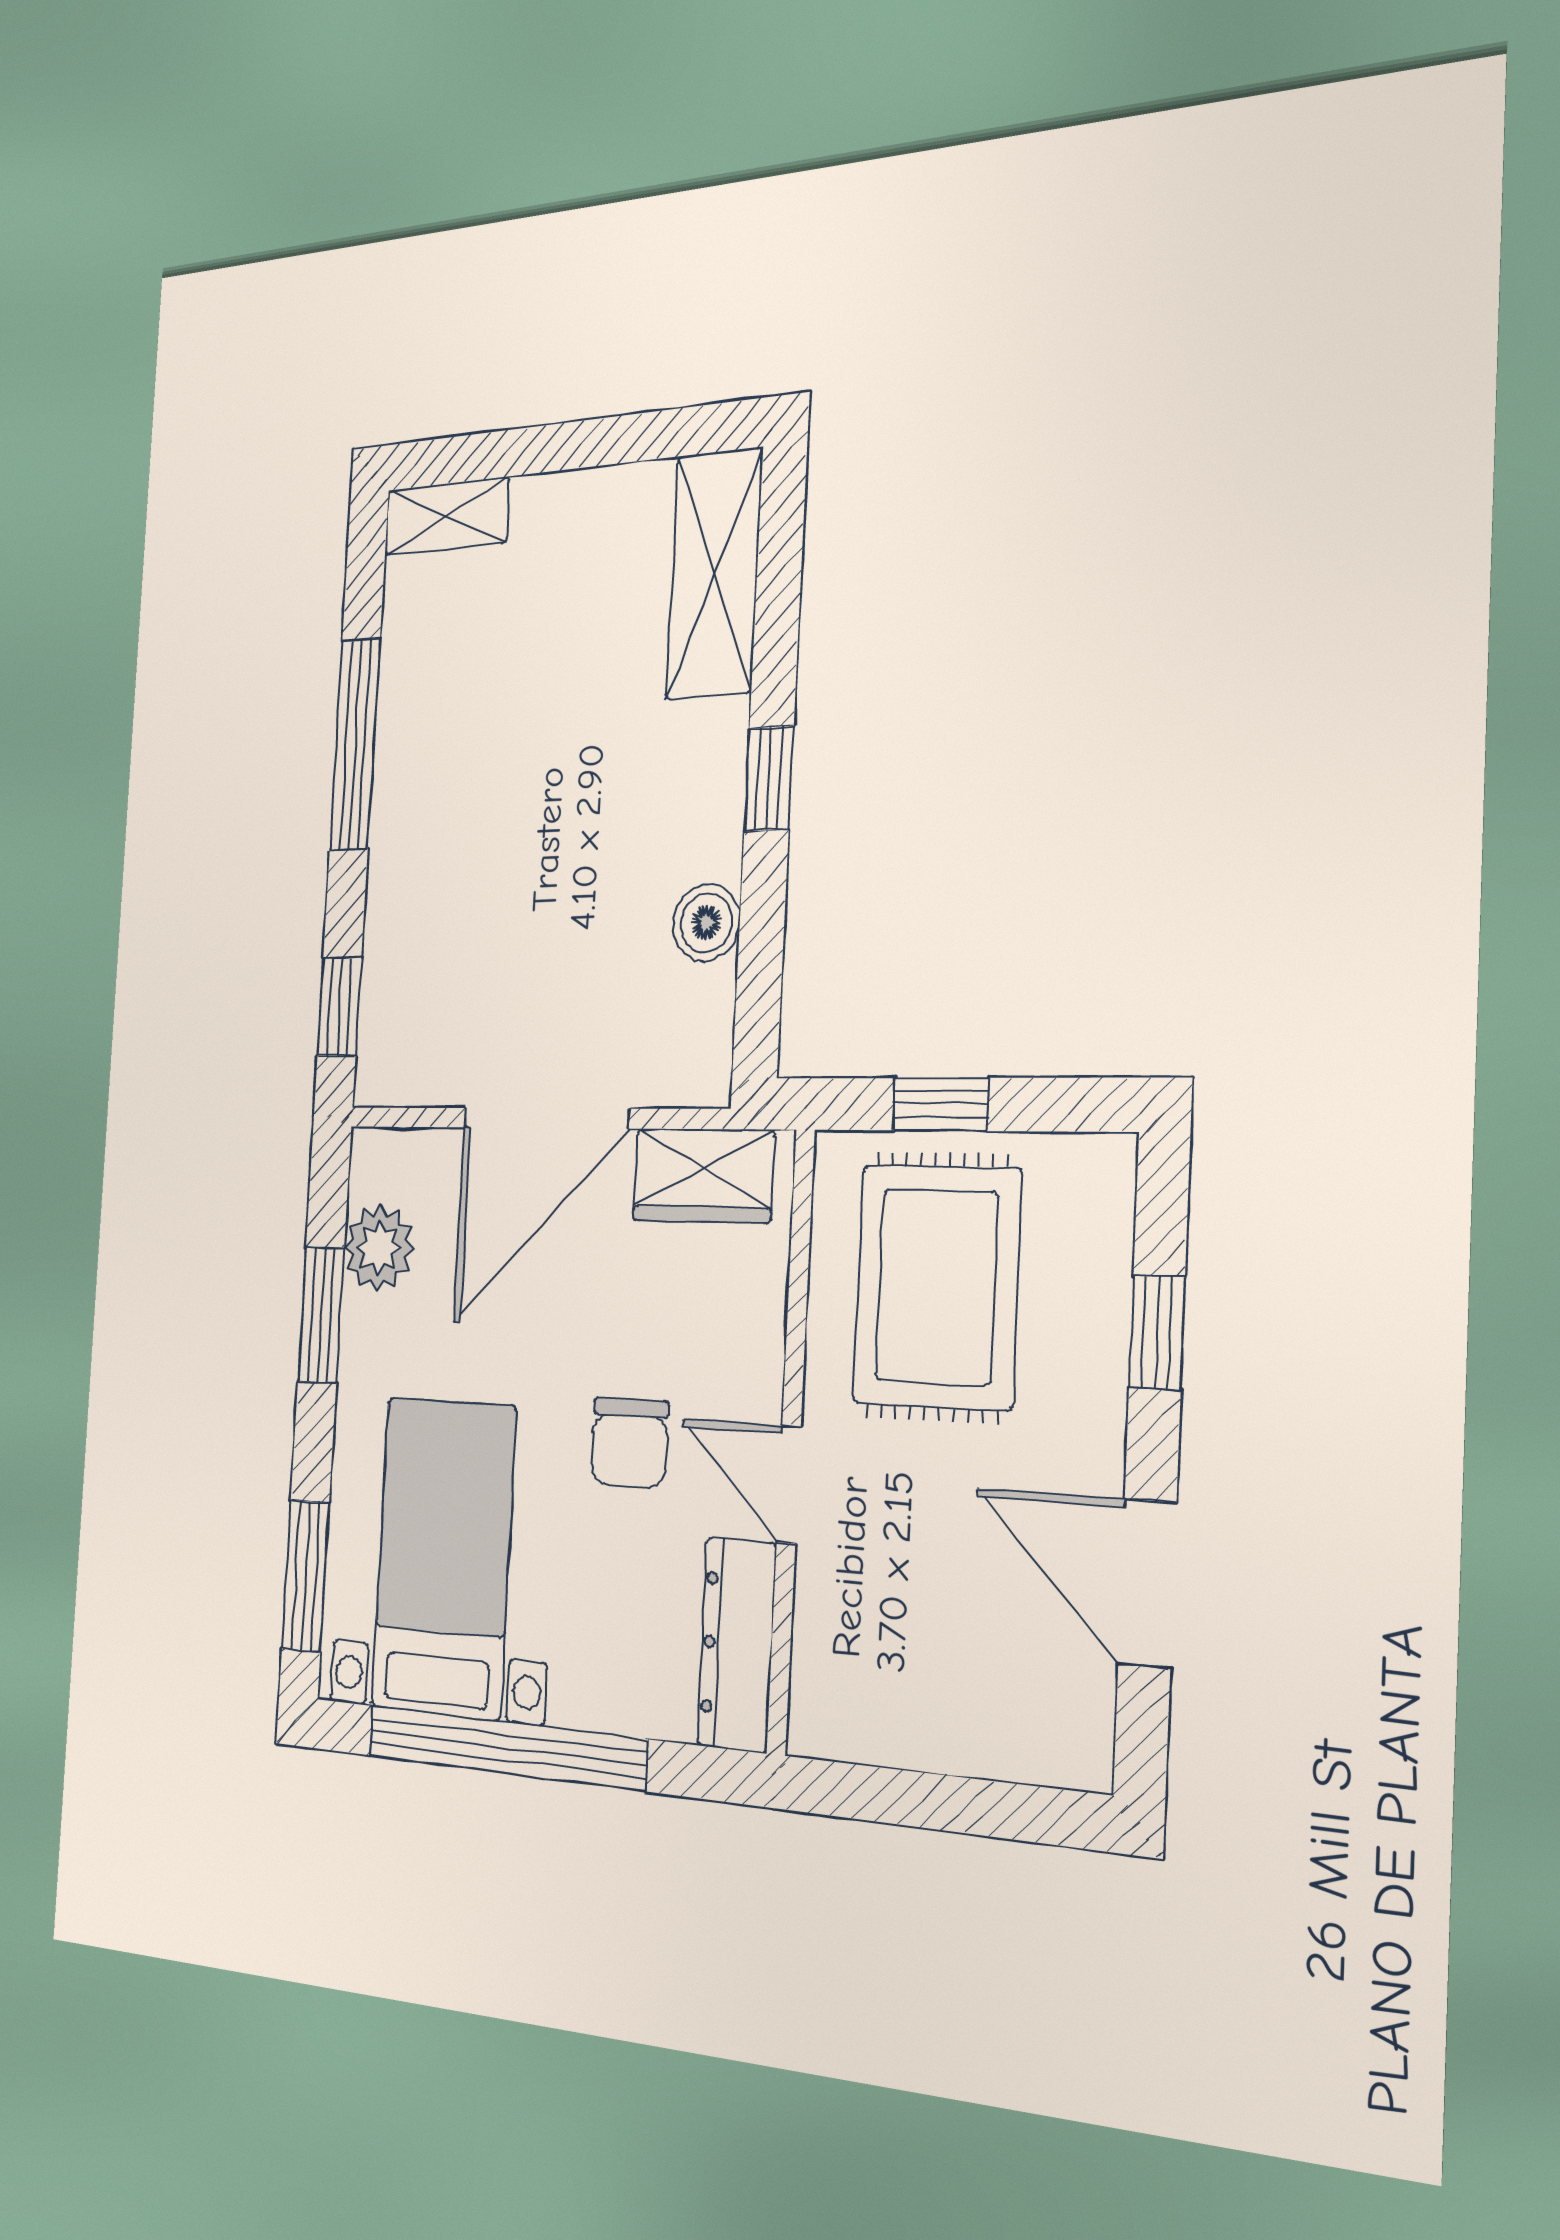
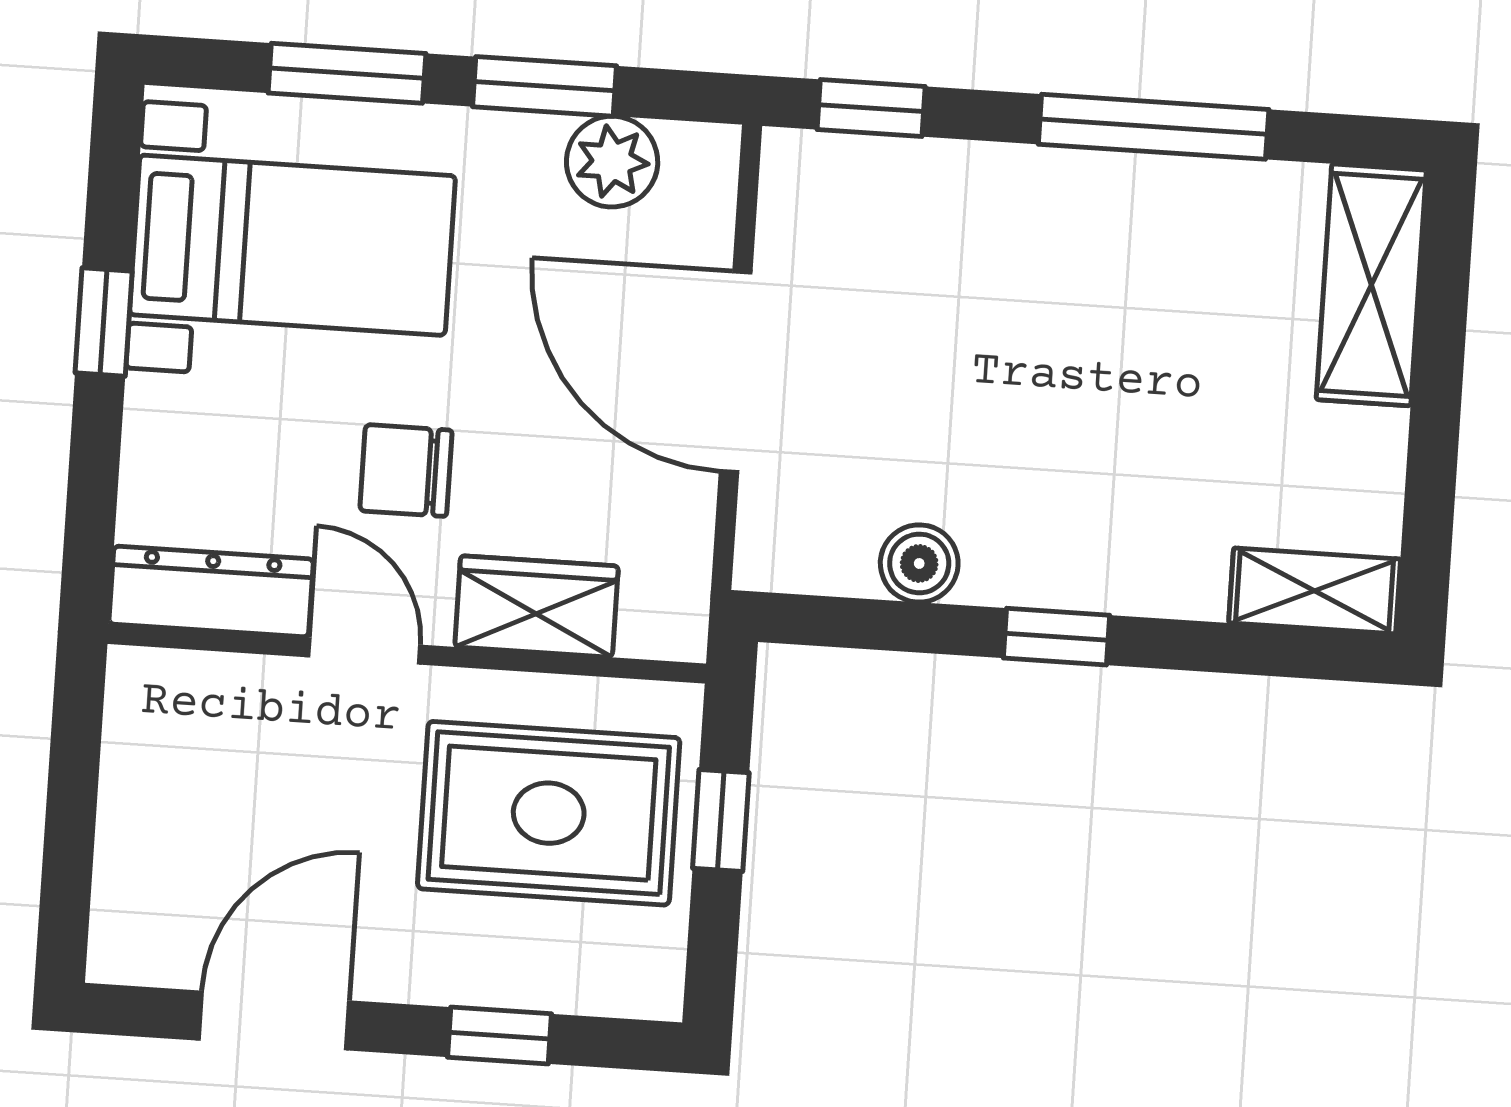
shelving: (447, 516) -> (1371, 285), width x1.50, depth x1.33
shelving: (714, 574) -> (1315, 591), width x0.67, depth x0.75
wardrobe: (703, 1175) -> (536, 606), moved, turned 90
door: (789, 1484) -> (364, 651), hinge flipped
window: (305, 1576) -> (347, 73), moved
window: (506, 1748) -> (104, 322), width x0.32

